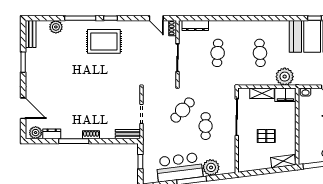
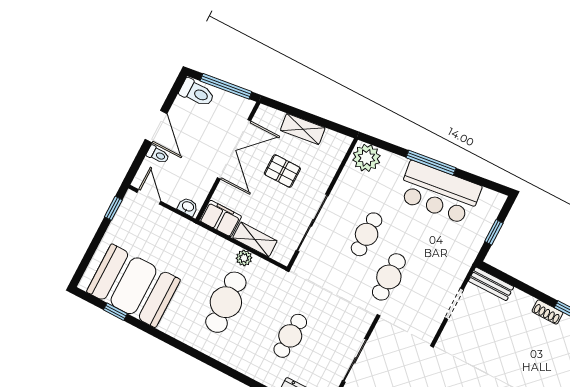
cafe table: (260, 53) -> (226, 302), width x1.37, depth x1.35
plant: (285, 77) -> (244, 258), moved, width x0.53, depth x0.53
cafe table: (183, 110) -> (389, 277), turned -42
double door: (297, 134) -> (234, 149), added
shelving: (283, 161) -> (303, 129), moved
plant: (211, 167) -> (366, 158), moved

